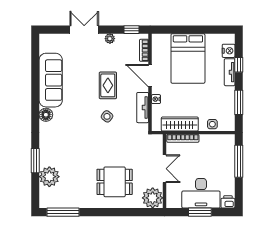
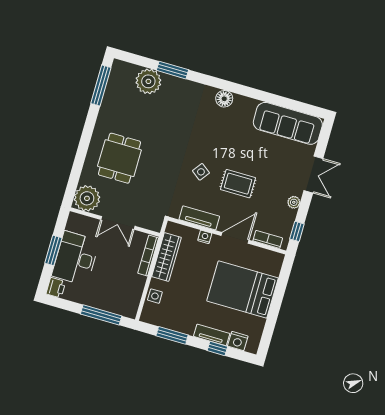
sofa: (51, 80) -> (288, 123), moved

